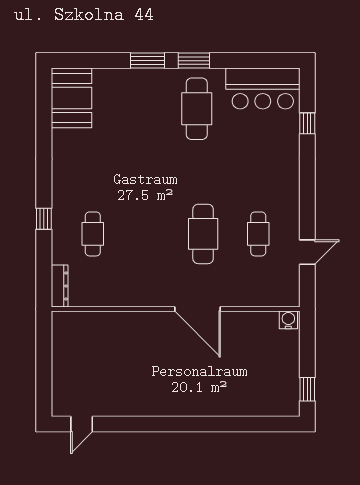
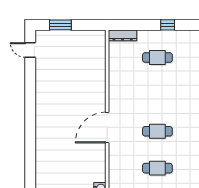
cafe table: (203, 234) -> (157, 131), width x0.73, depth x0.74
window: (44, 379) -> (60, 25), added

